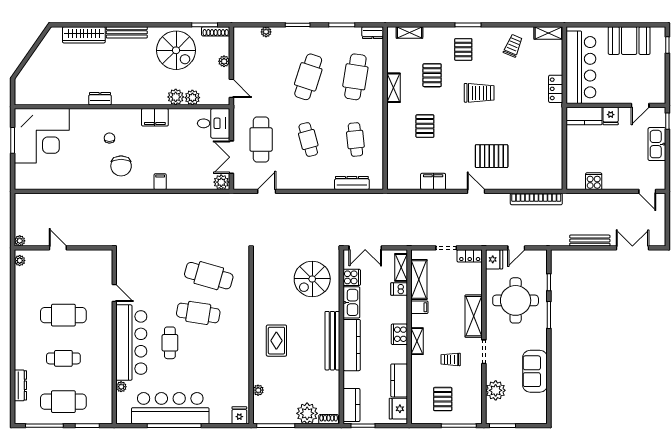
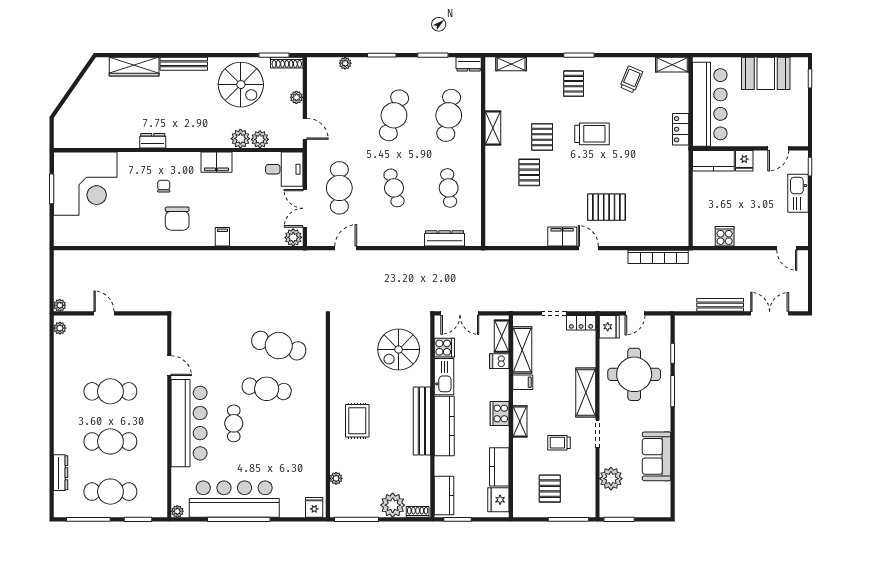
pallet: (432, 75) -> (542, 137), moved
filing cabinet: (433, 181) -> (562, 237), moved
cafe table: (63, 358) -> (110, 441), width x1.37, depth x1.35
plant: (121, 387) -> (177, 511), moved

